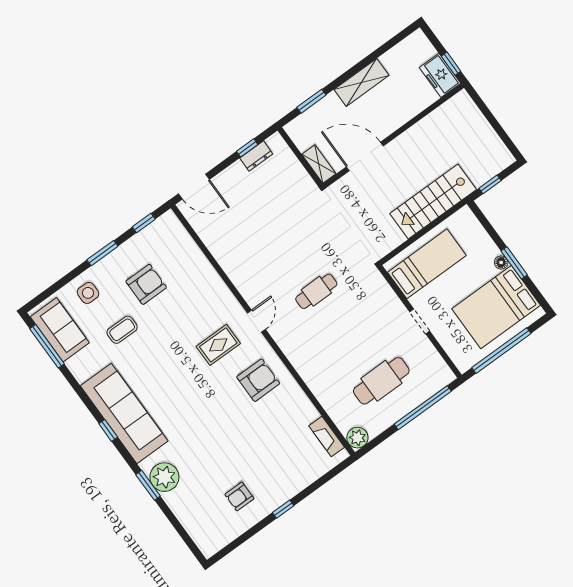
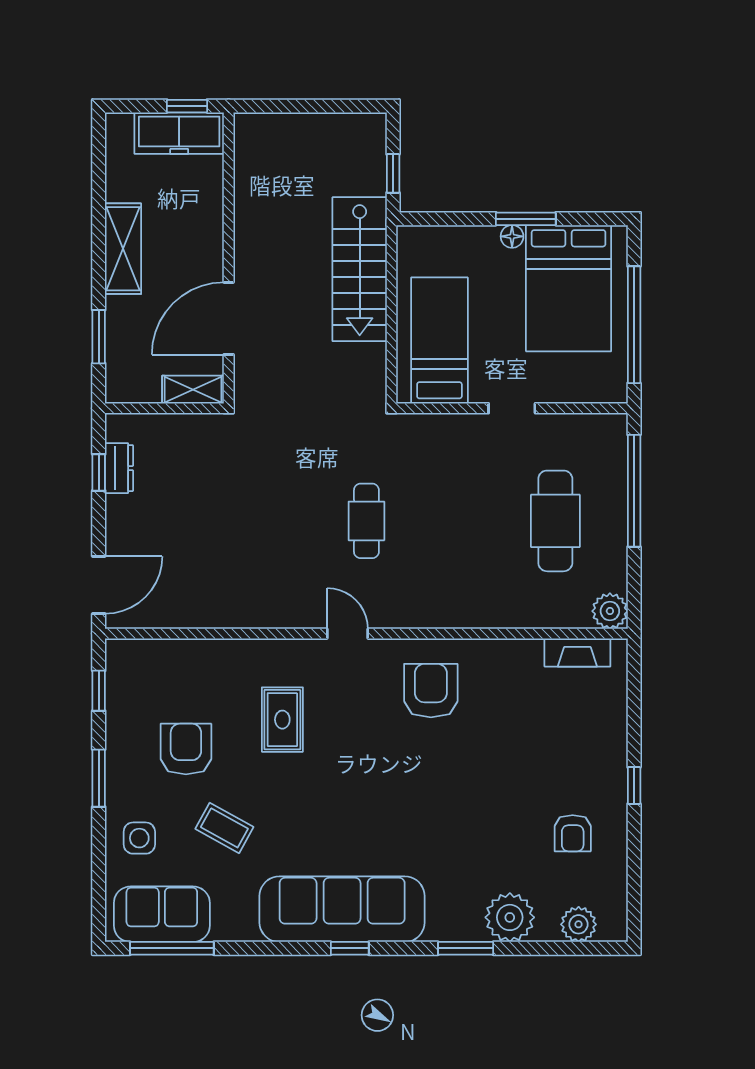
freezer: (440, 75) -> (179, 133), width x1.40
coffee table: (122, 330) -> (224, 828), turned -61
rug: (218, 345) -> (282, 720), moved
plant: (164, 477) -> (510, 917), moved
plant: (198, 531) -> (579, 924), added

